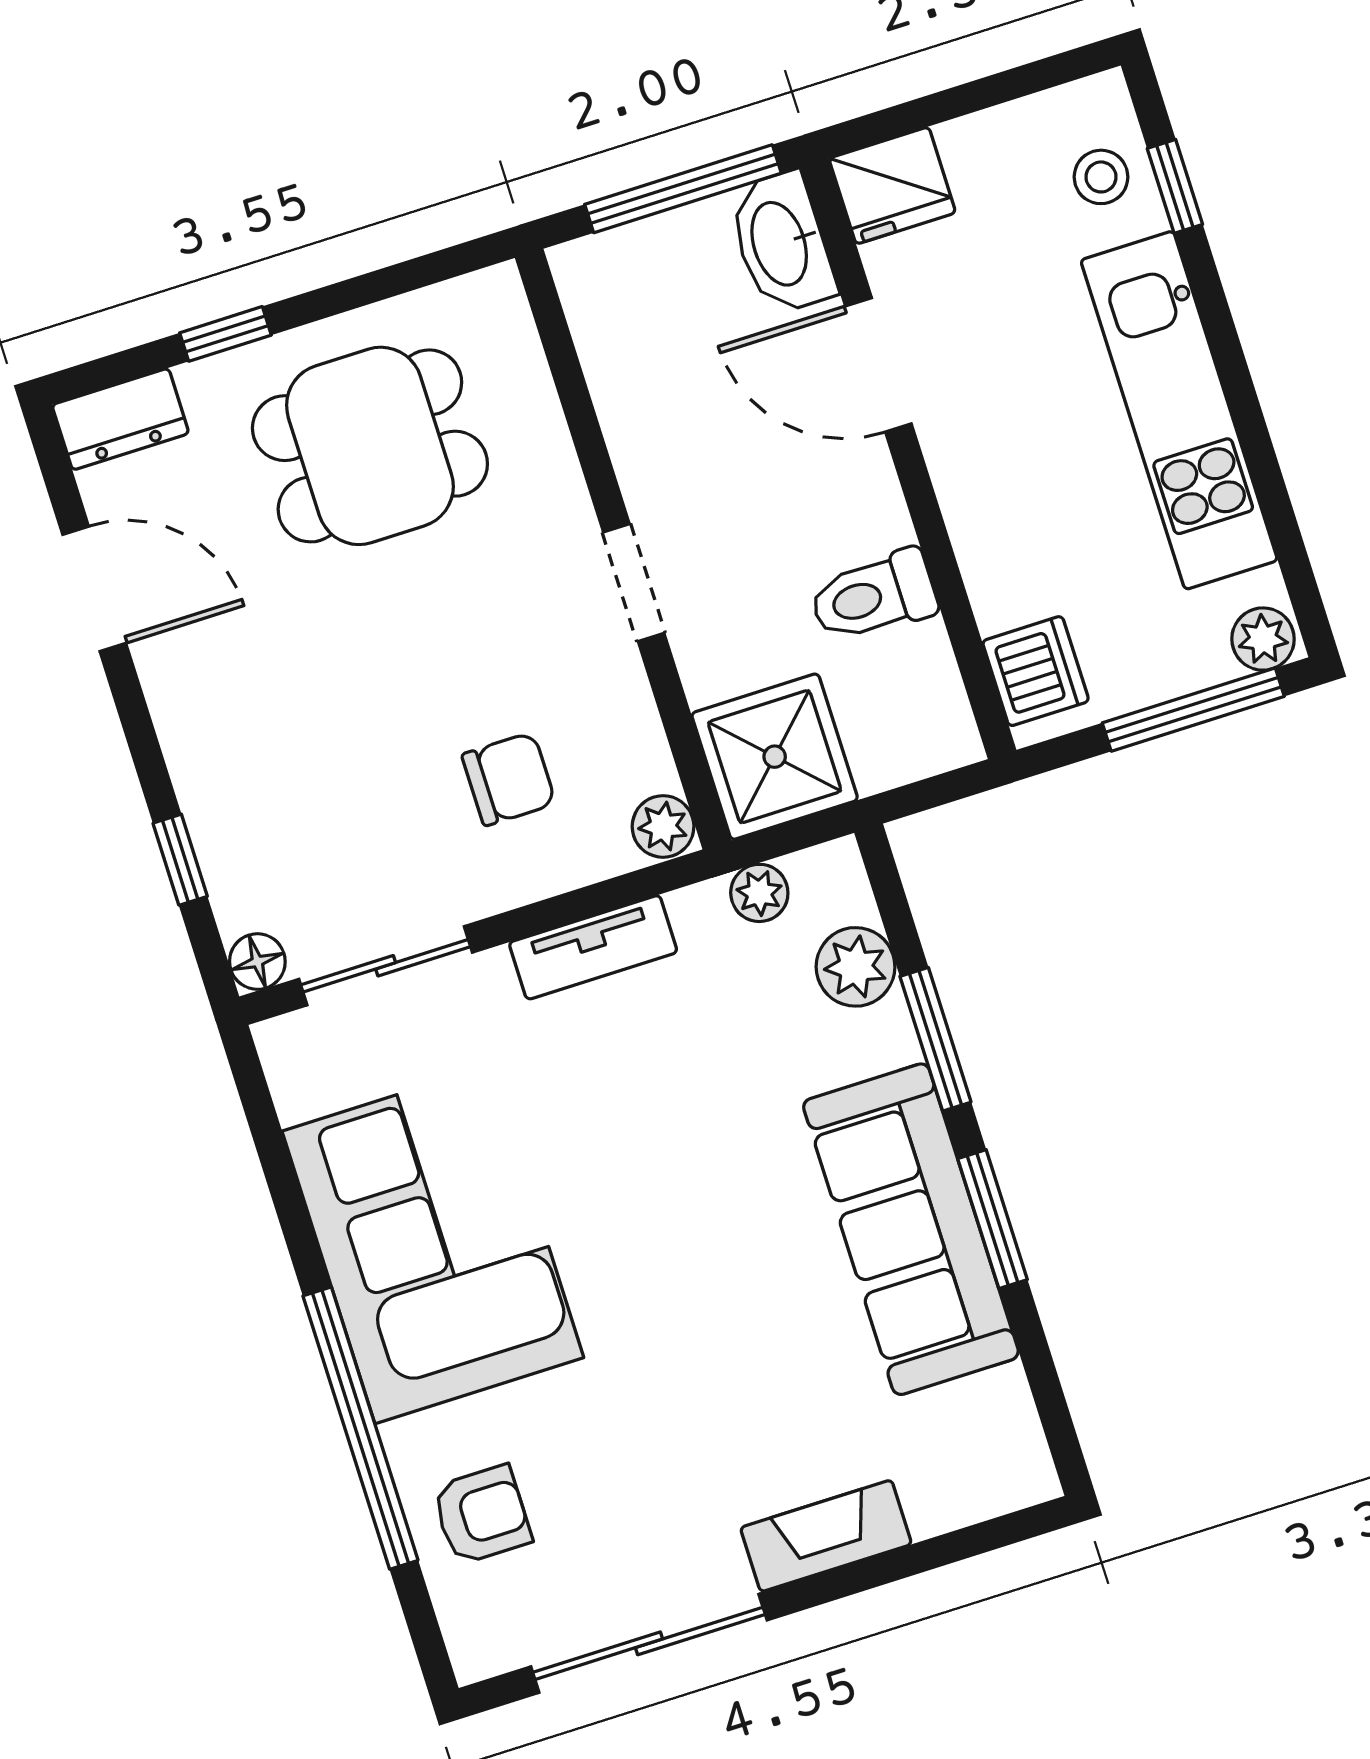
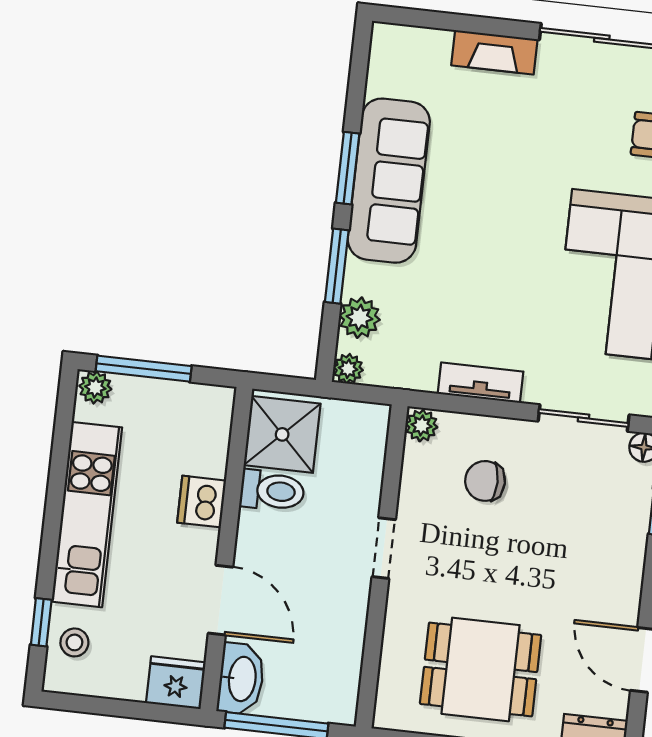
dishwasher: (1036, 671) -> (202, 502), moved
shower: (775, 757) -> (282, 434), moved
plant: (759, 893) -> (348, 369), moved

